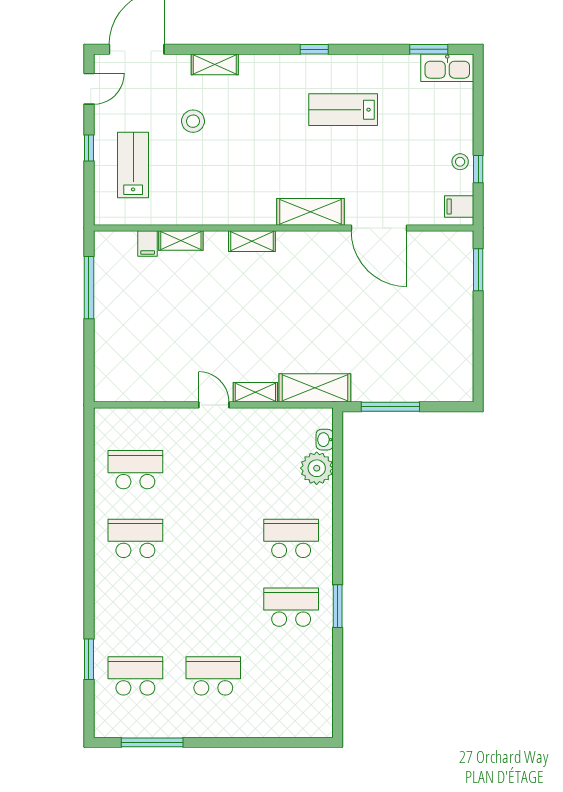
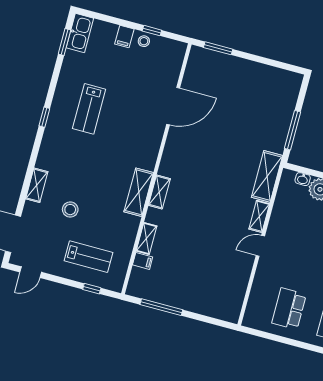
door: (89, 89) -> (31, 272), swing flipped
window: (89, 148) -> (92, 289), moved
lab bench: (133, 165) -> (89, 257), turned 180
filing cabinet: (459, 207) -> (124, 37), moved
shelving: (311, 212) -> (139, 192), moved

